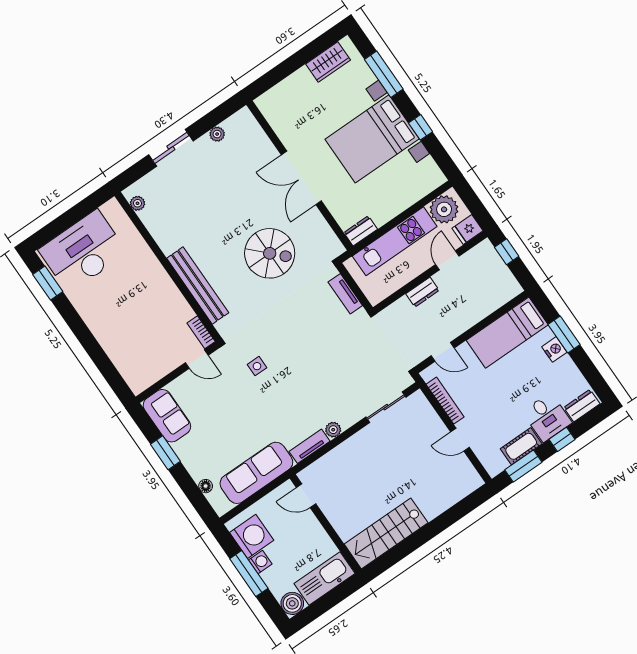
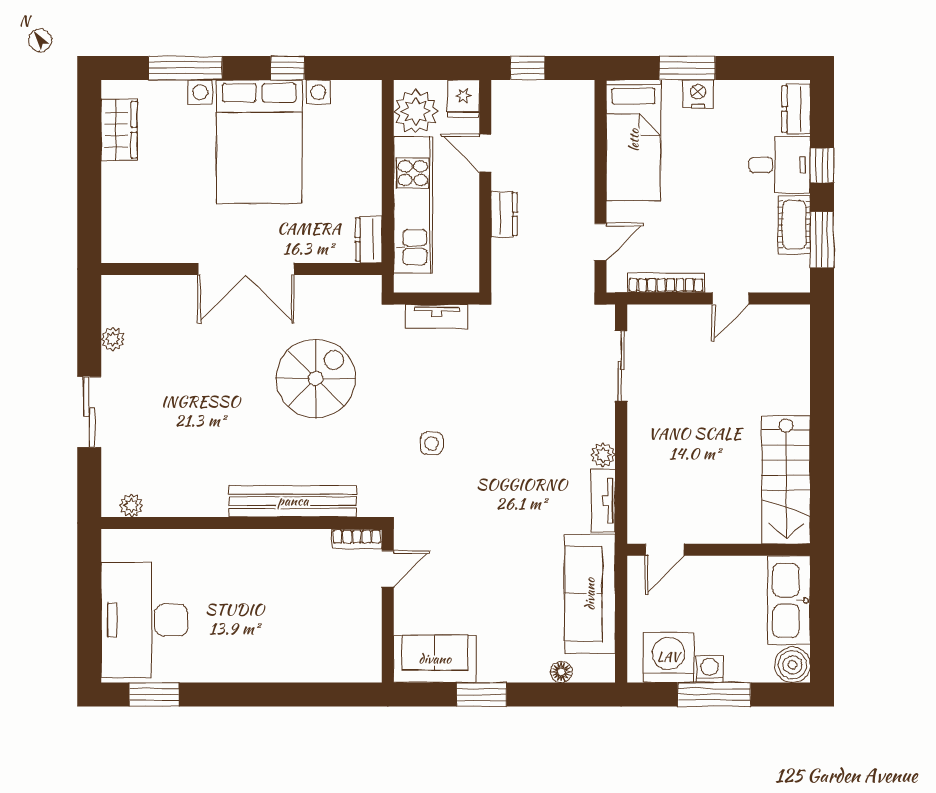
side table: (257, 366) -> (432, 443), moved

